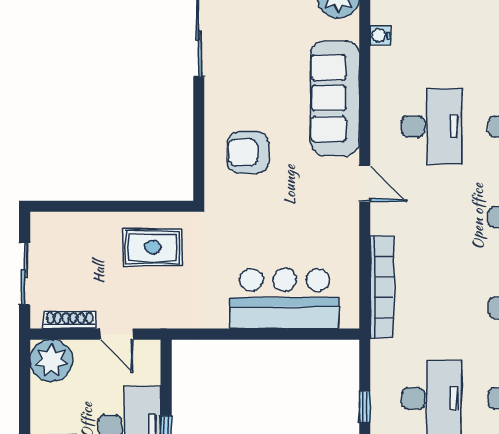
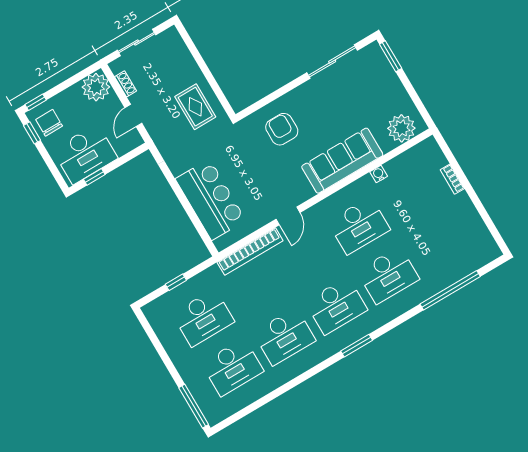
water cooler: (380, 35) -> (379, 174), moved
door: (365, 183) -> (288, 216), moved
shoe rack: (70, 320) -> (125, 84), width x0.70

